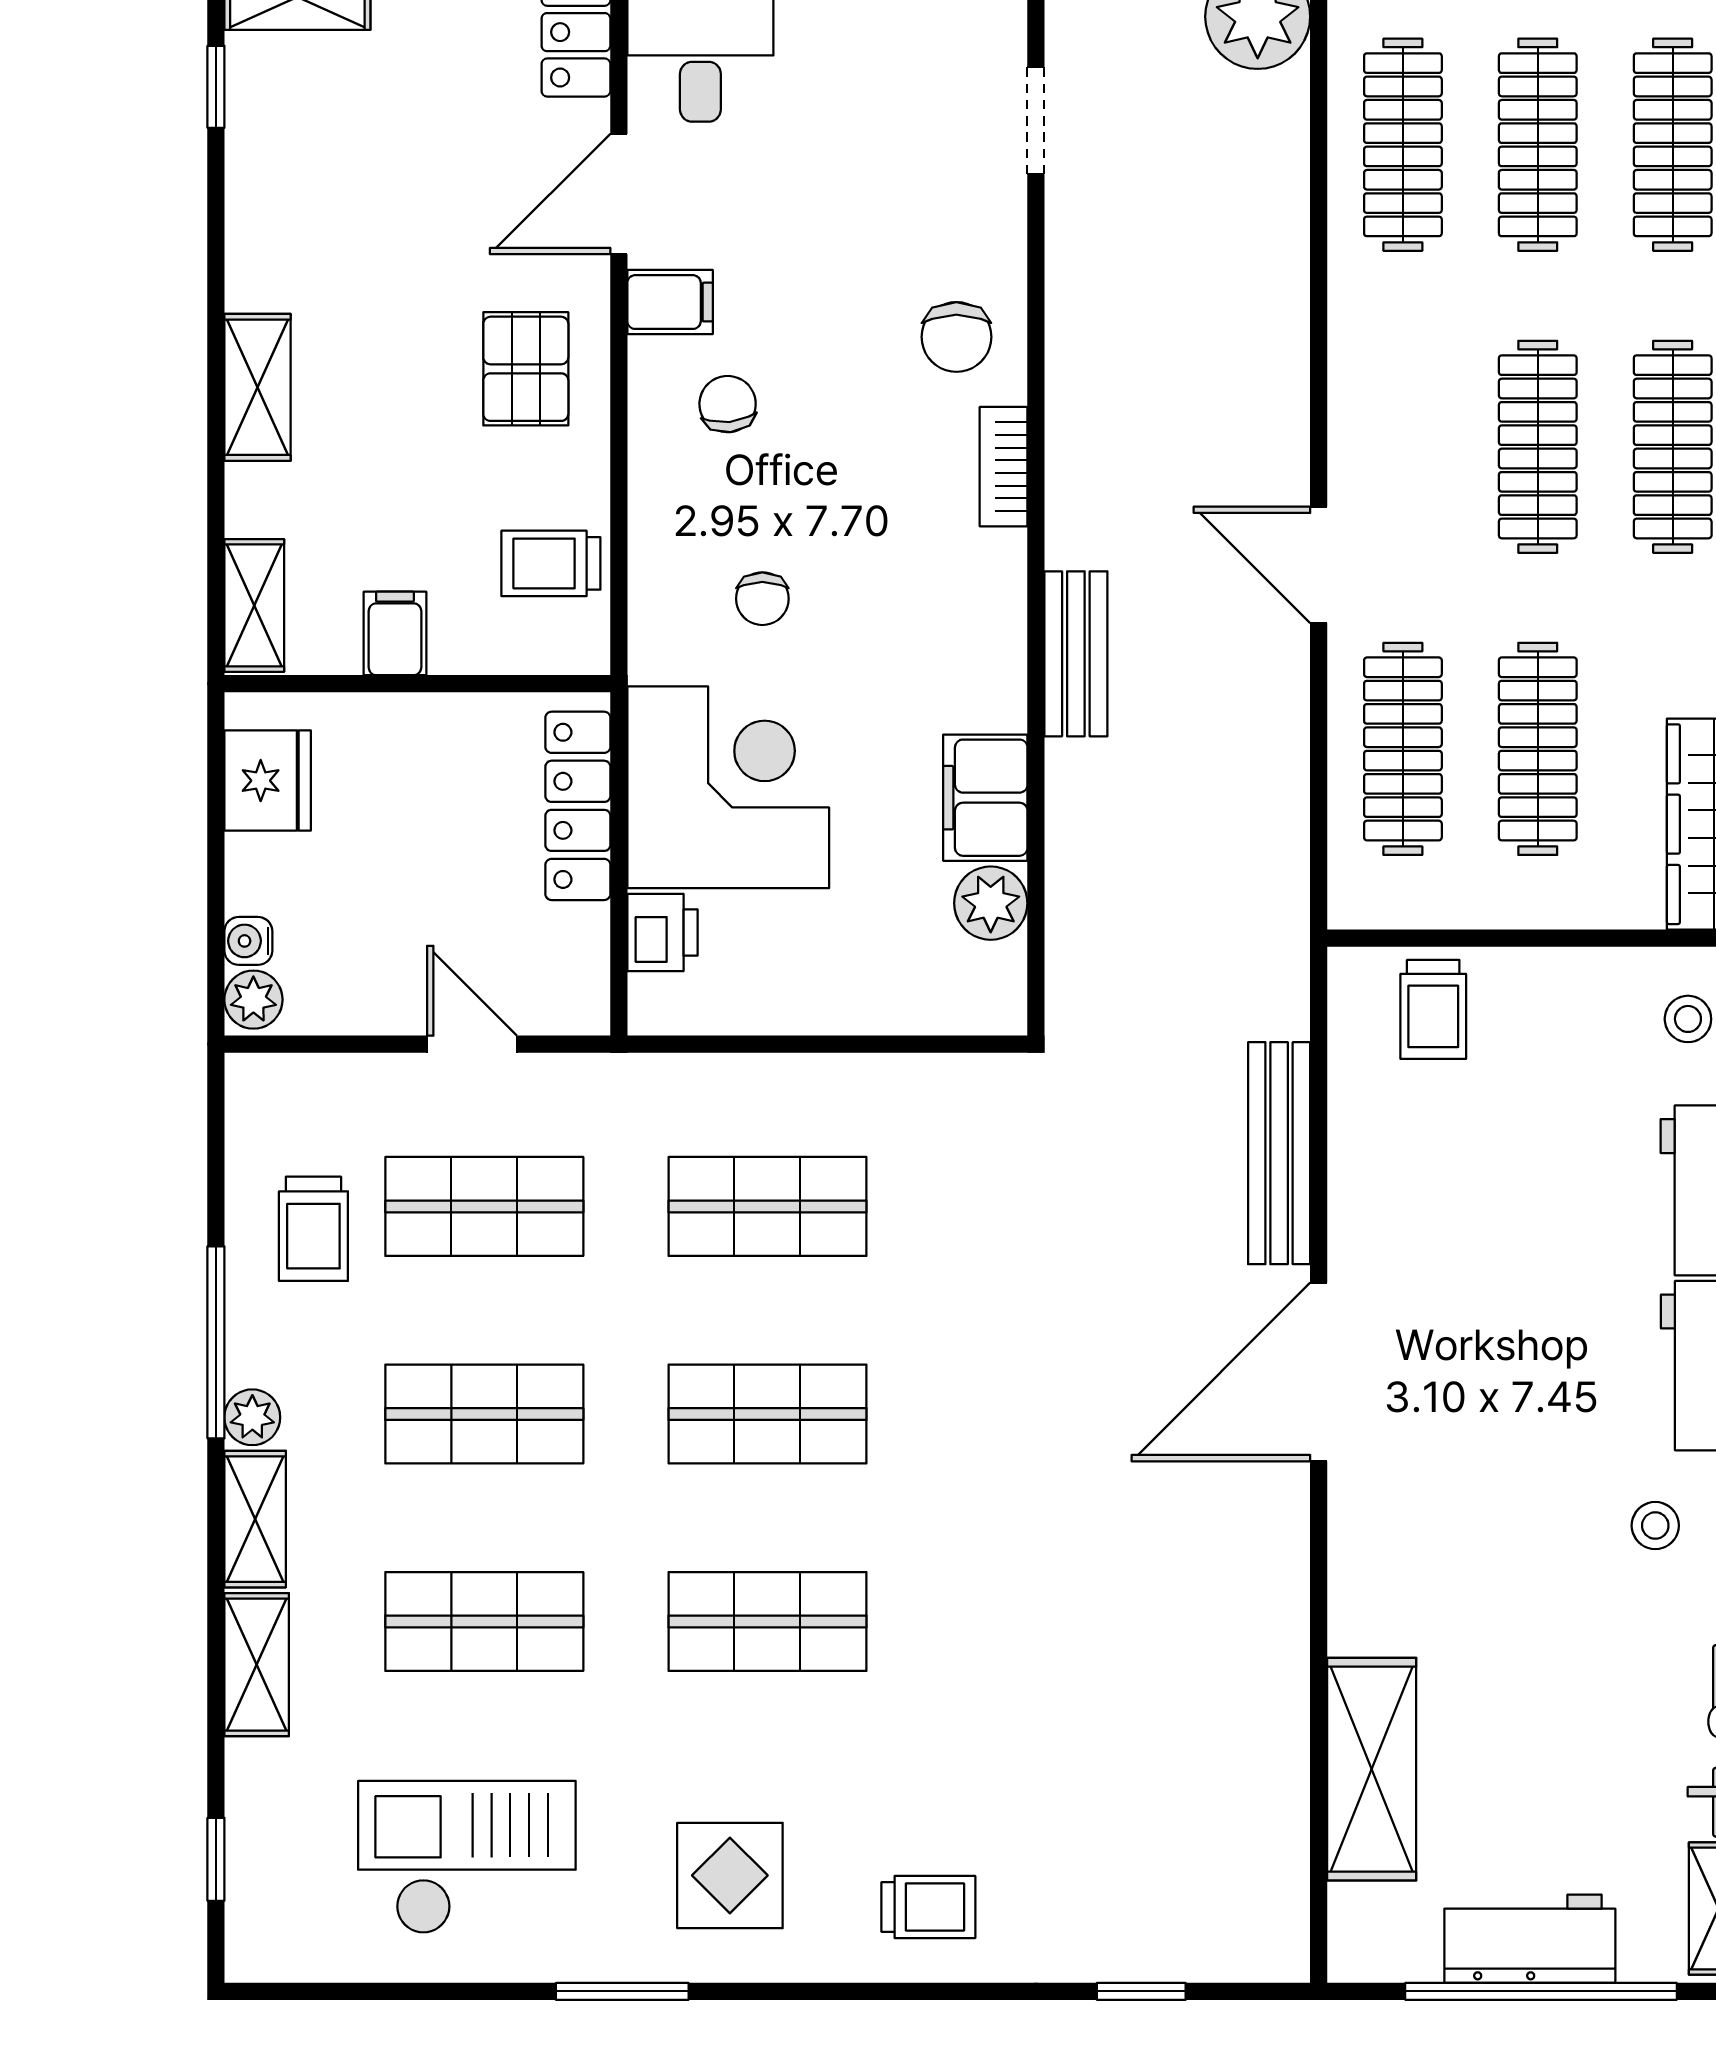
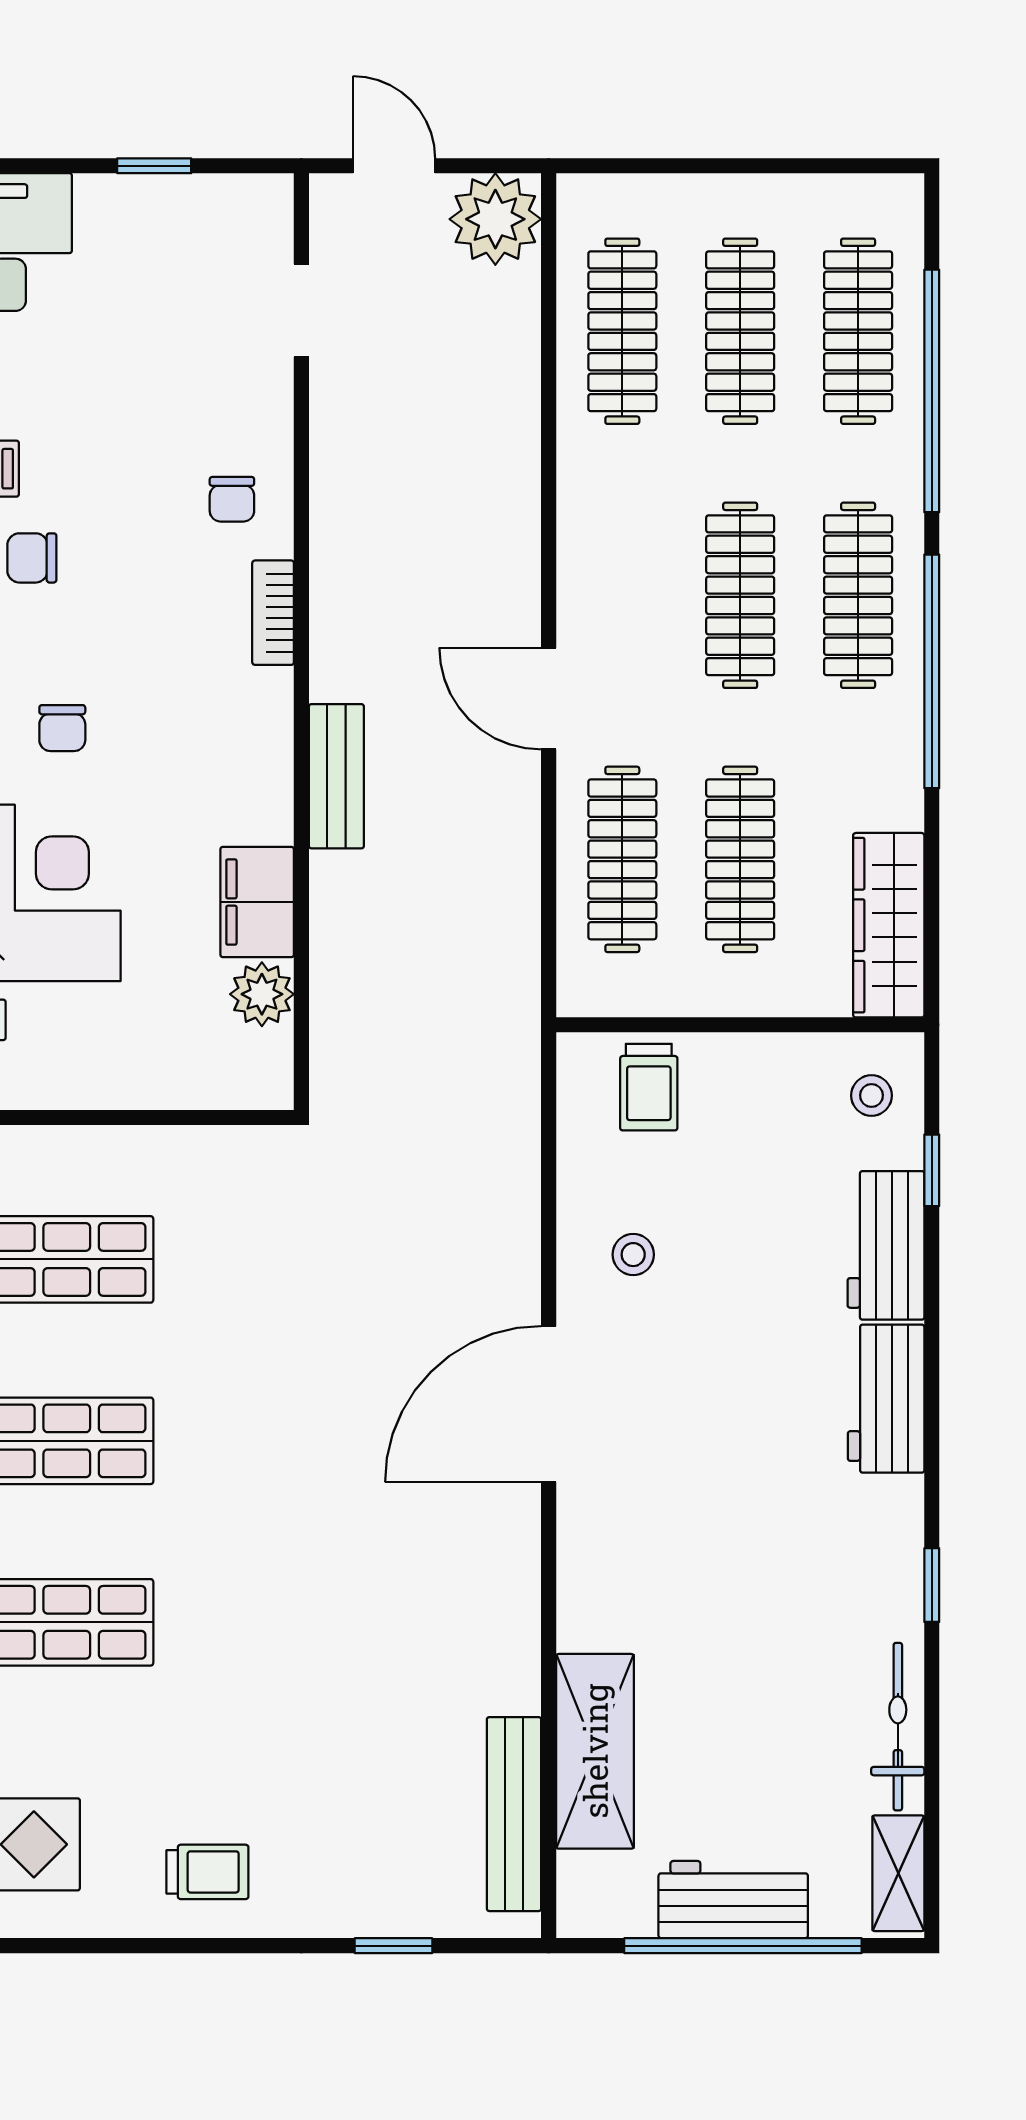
chair: (956, 337) -> (232, 499), width x0.73, depth x0.73
chair: (728, 404) -> (32, 558), turned -84
bench: (1279, 1153) -> (514, 1814), moved
stool: (1655, 1526) -> (633, 1255), moved

